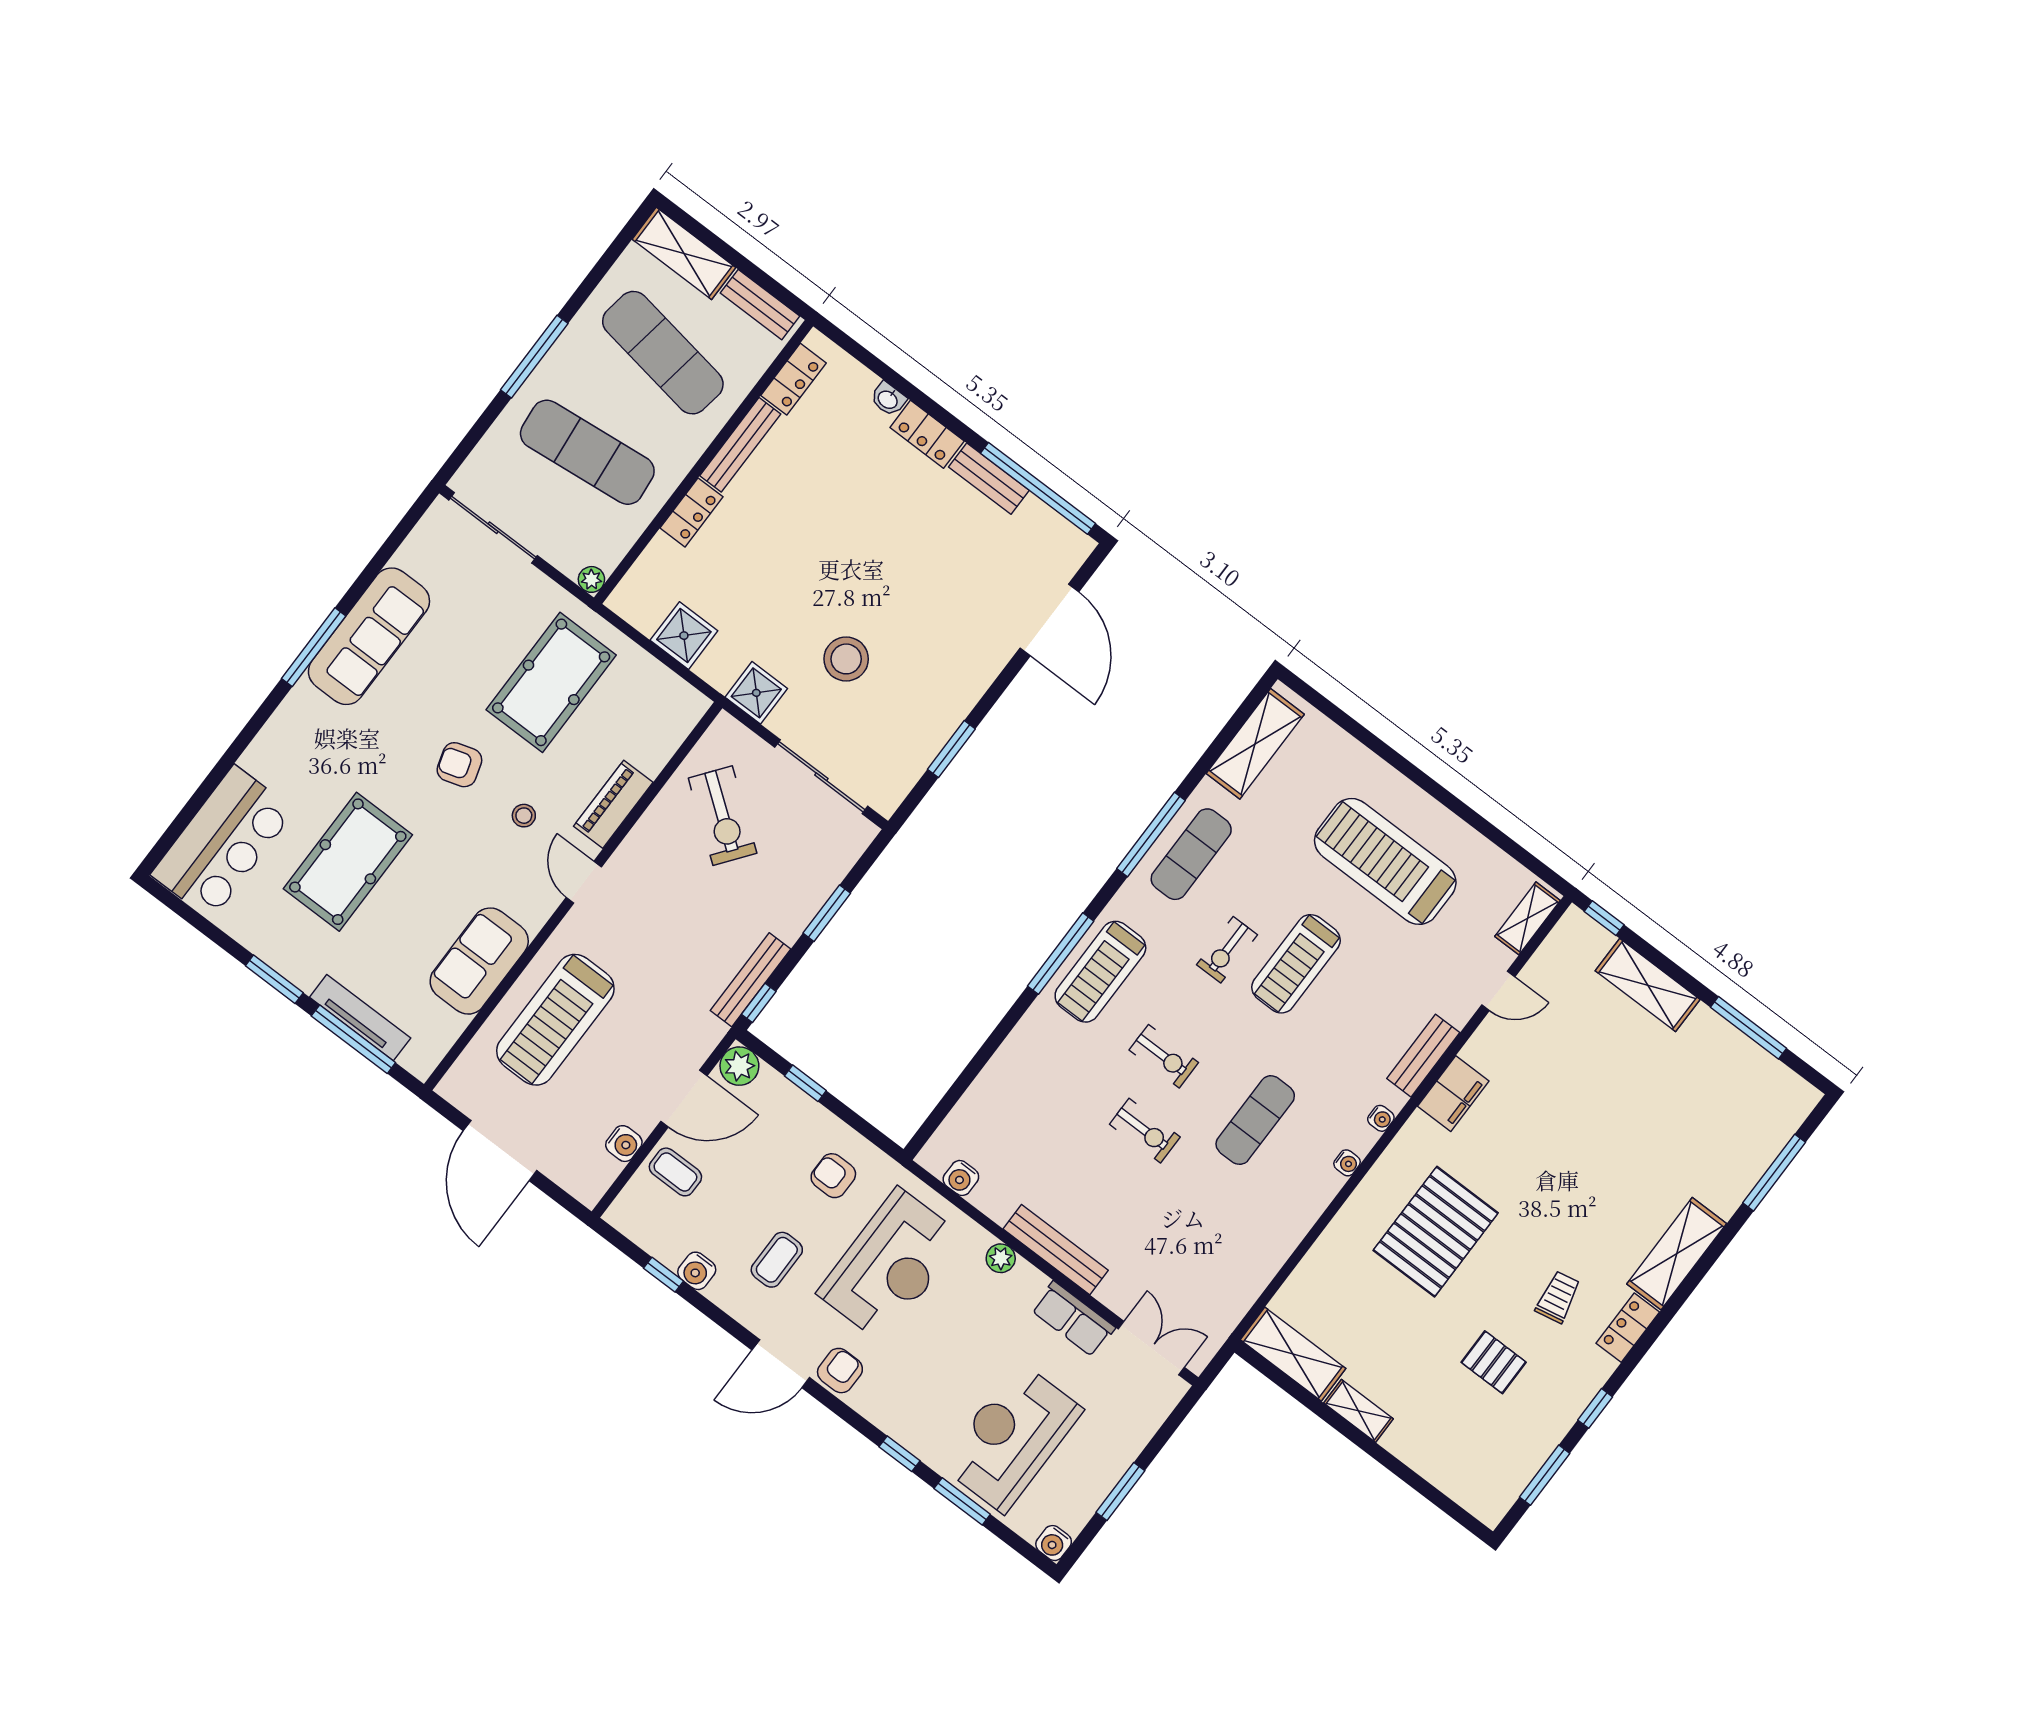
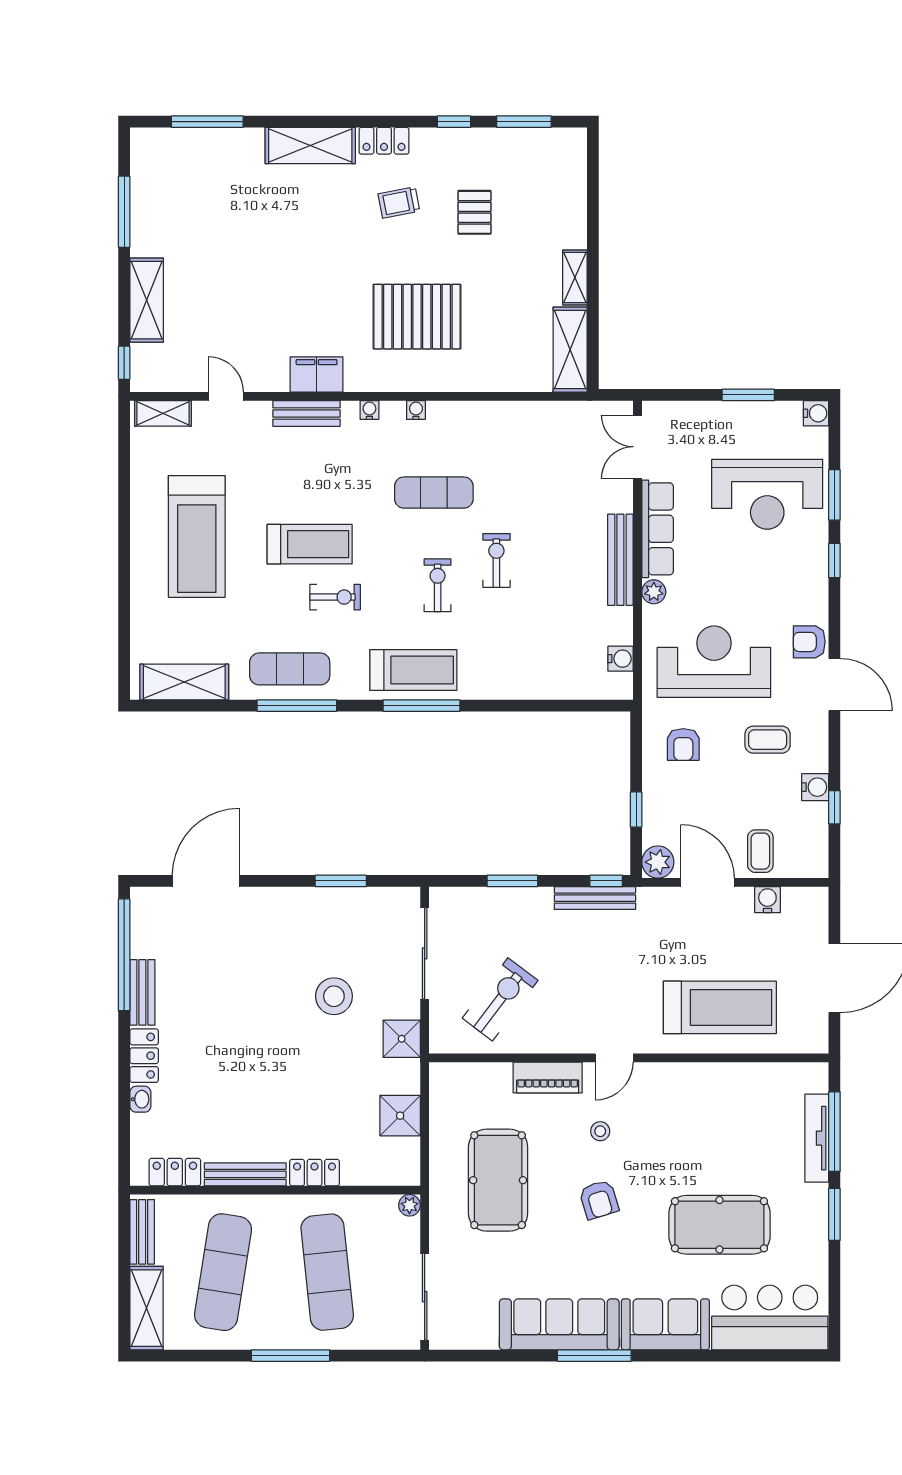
pool table: (551, 682) -> (498, 1180), turned 90
sofa: (479, 961) -> (665, 1324), moved, turned 180
row of seats: (1073, 1319) -> (658, 529), width x1.48

